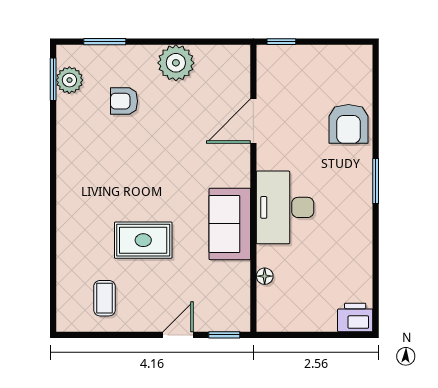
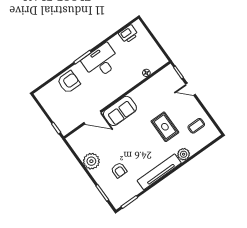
plant: (69, 80) -> (184, 154), moved
tv unit: (69, 172) -> (159, 172), added
desk: (285, 207) -> (101, 61), moved, turned 180
sofa: (230, 224) -> (120, 111), moved
printer: (355, 317) -> (128, 34), moved, turned -90

